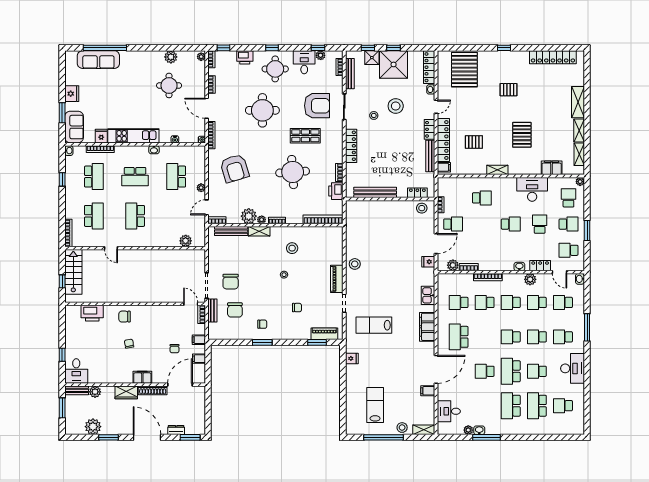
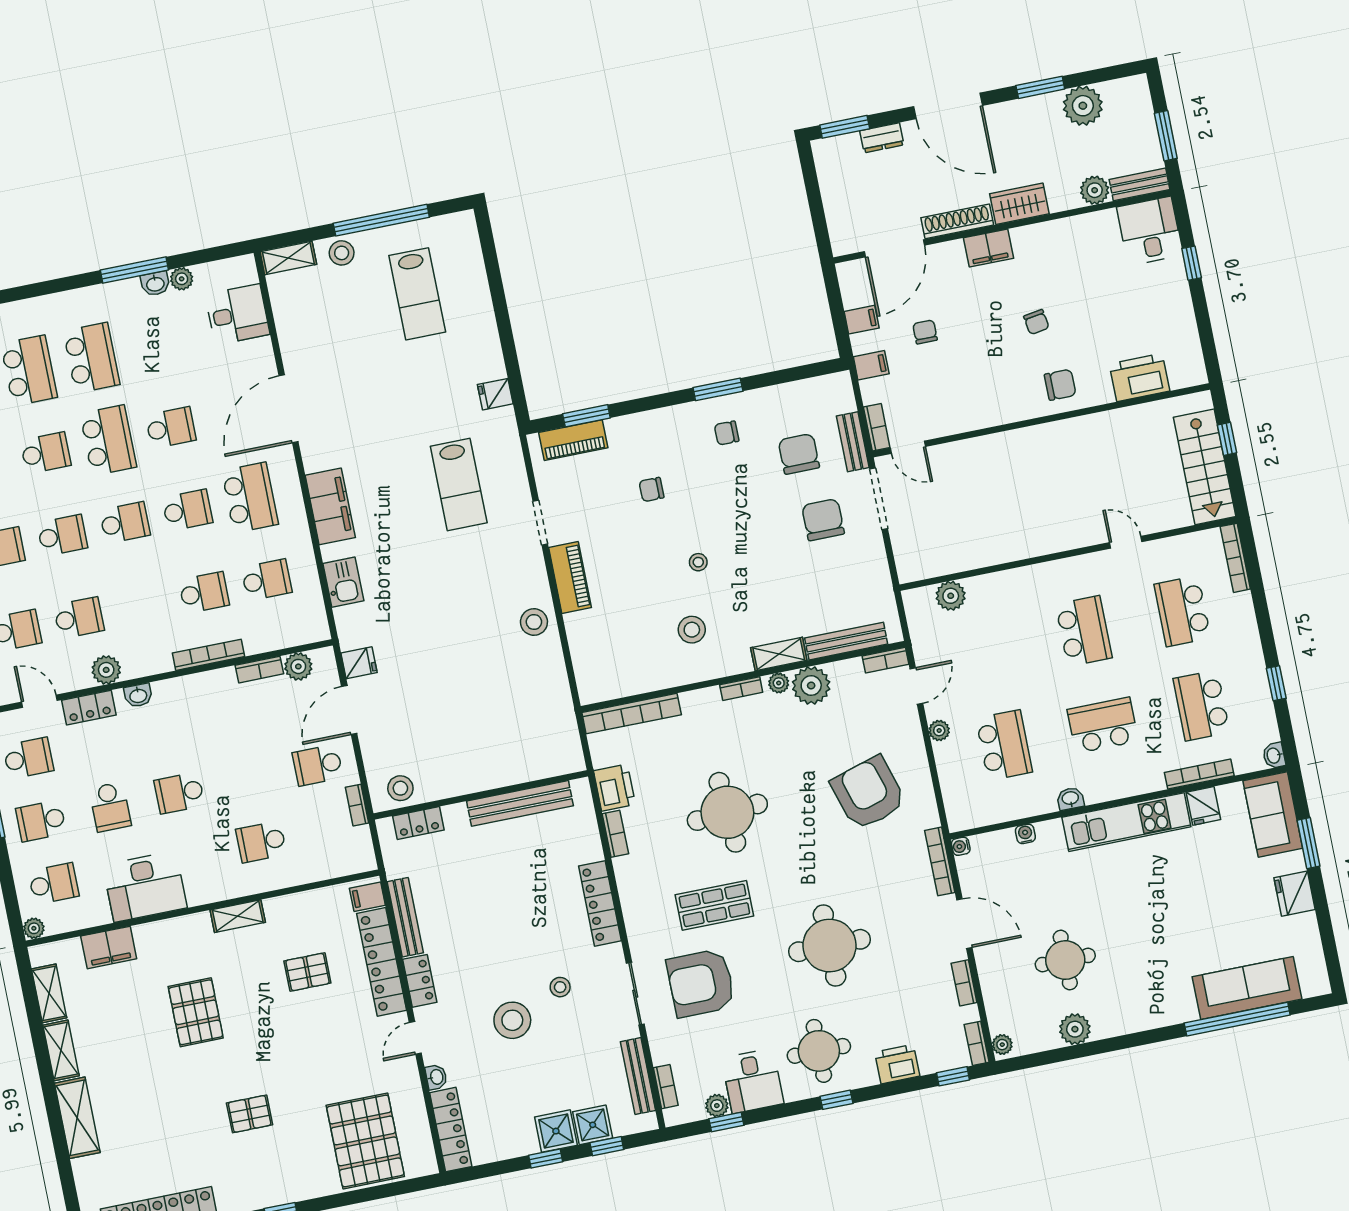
shower: (394, 64) -> (556, 1131), width x0.54, depth x0.54
school desk: (568, 198) -> (54, 884), turned -90
school desk: (511, 302) -> (187, 510), moved
lab bench: (374, 325) -> (459, 484), turned 90
filing cabinet: (428, 391) -> (298, 353), removed

